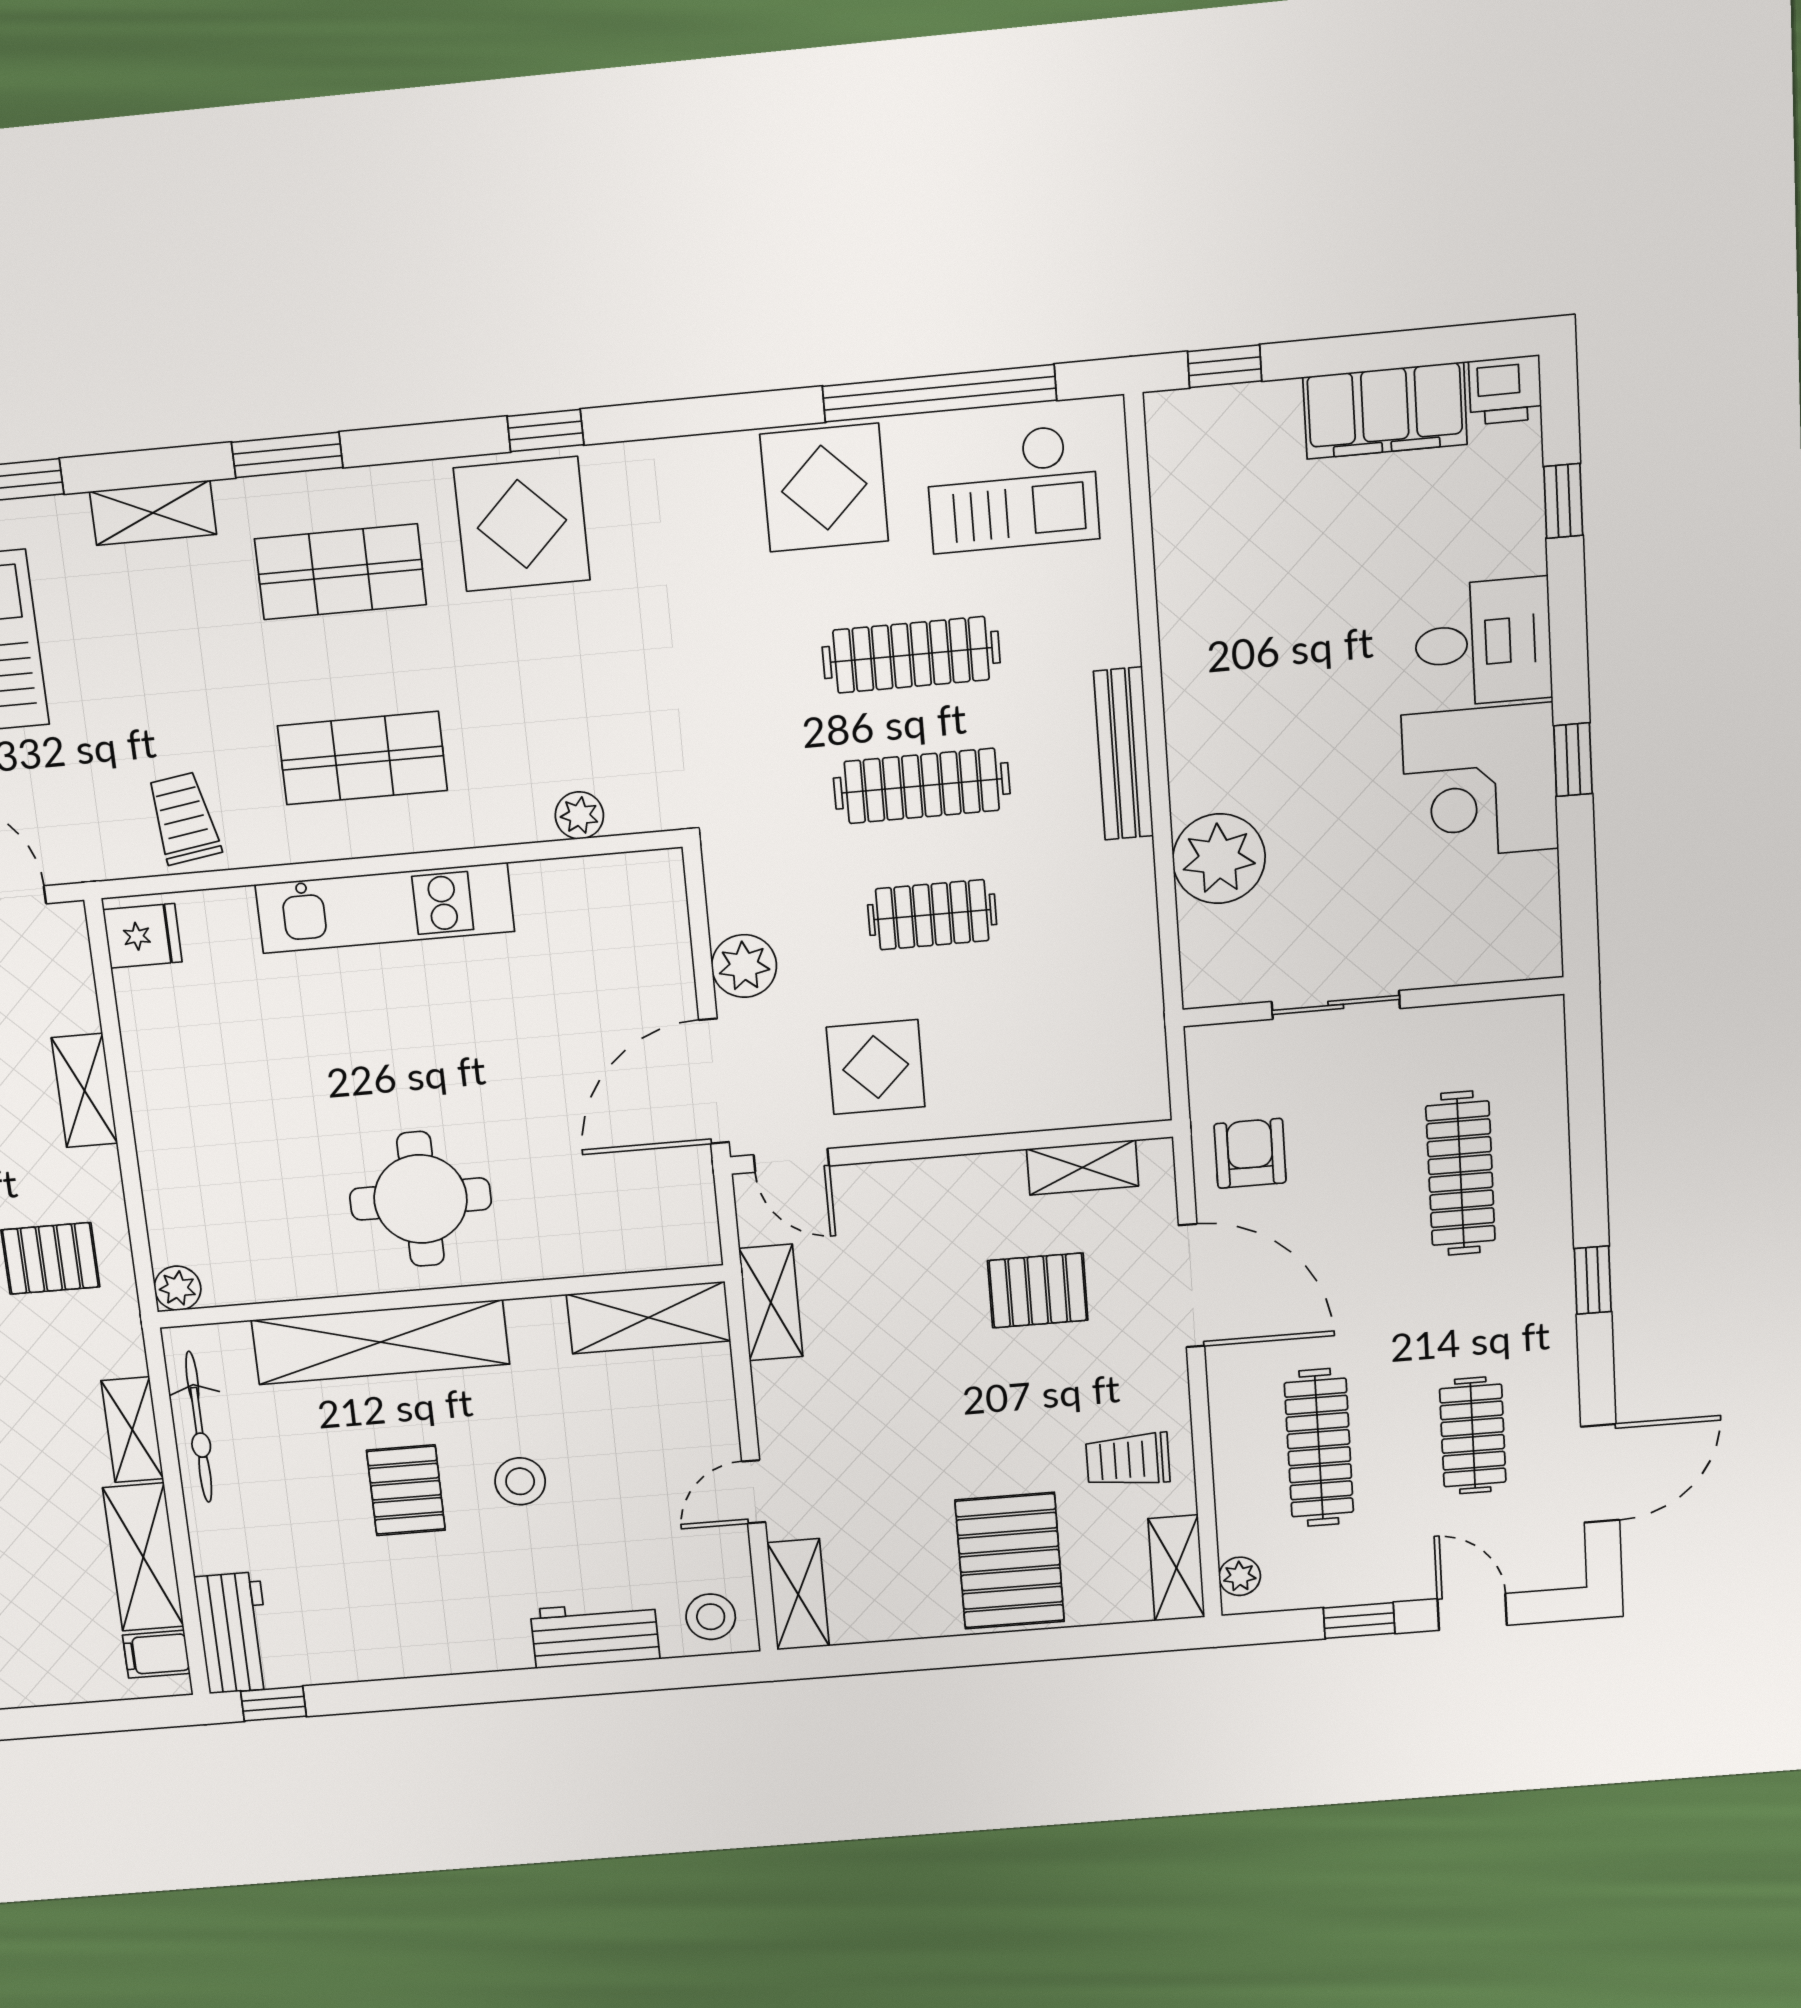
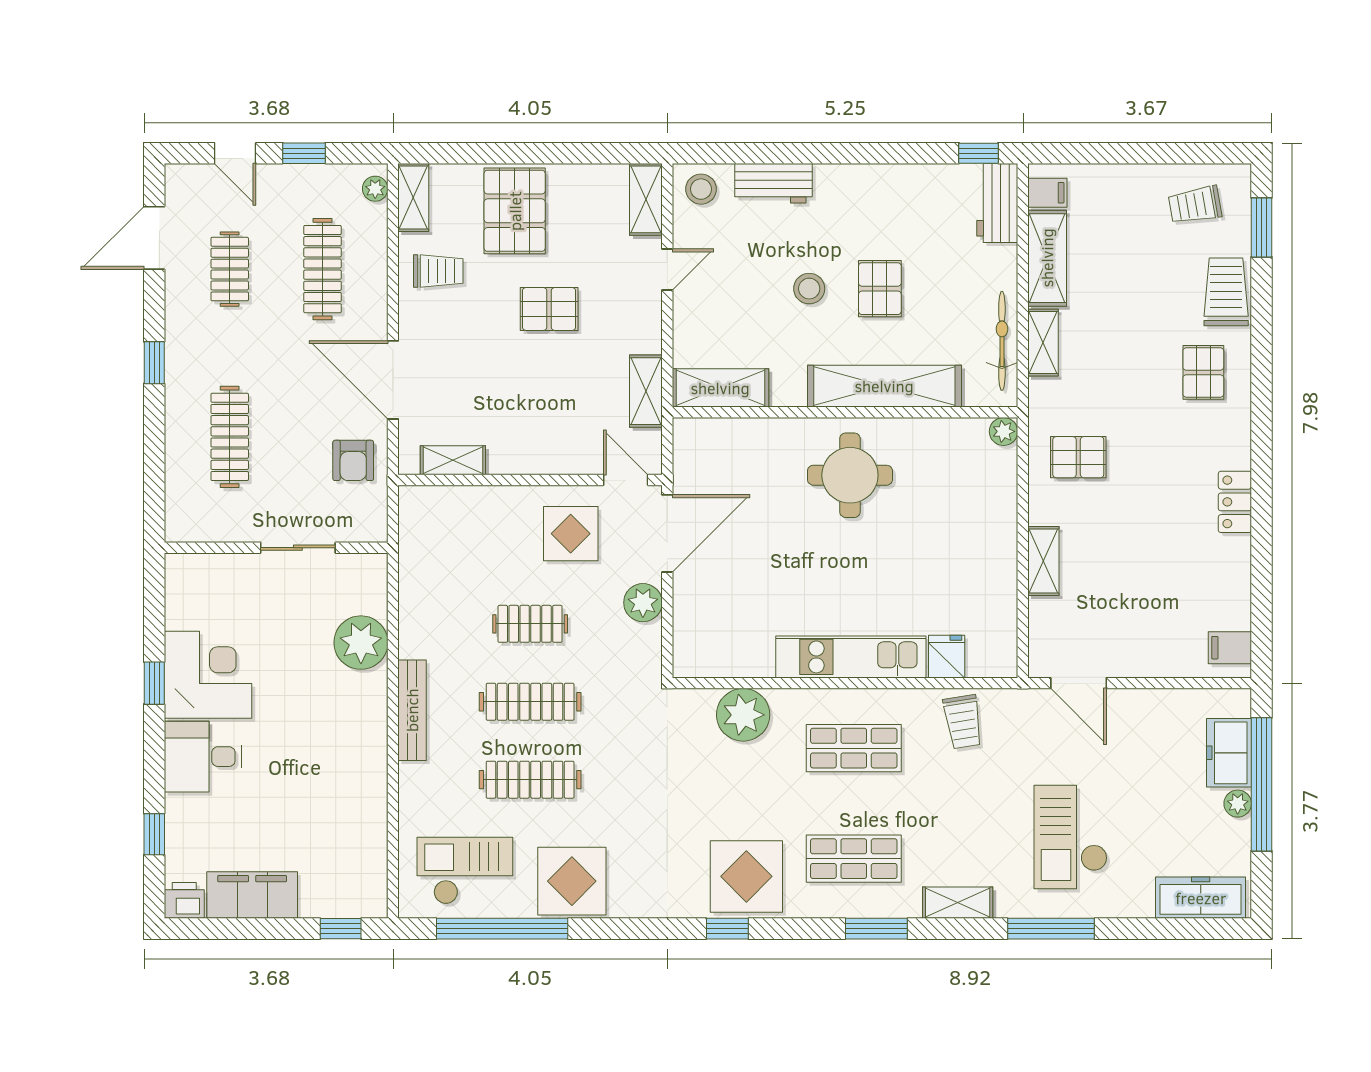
plant: (579, 815) -> (743, 715), width x1.88, depth x1.88
fridge: (143, 936) -> (947, 657), moved, turned 90
pallet: (1038, 1290) -> (549, 309), moved

